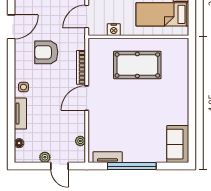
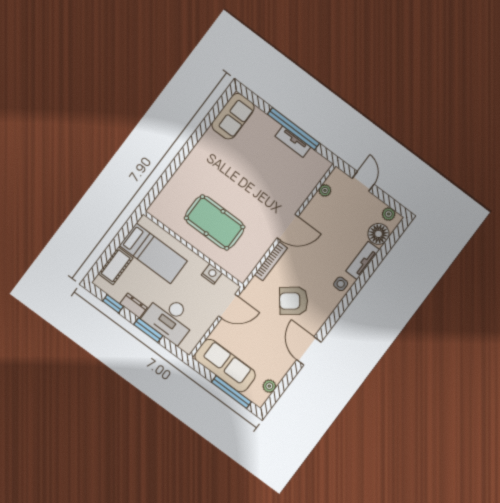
door: (11, 27) -> (309, 351), hinge flipped
armchair: (46, 52) -> (294, 301), turned 142
floor lamp: (19, 143) -> (378, 234), width x1.89, depth x1.89
plant: (45, 157) -> (389, 214), moved
tv unit: (108, 157) -> (293, 142), moved

